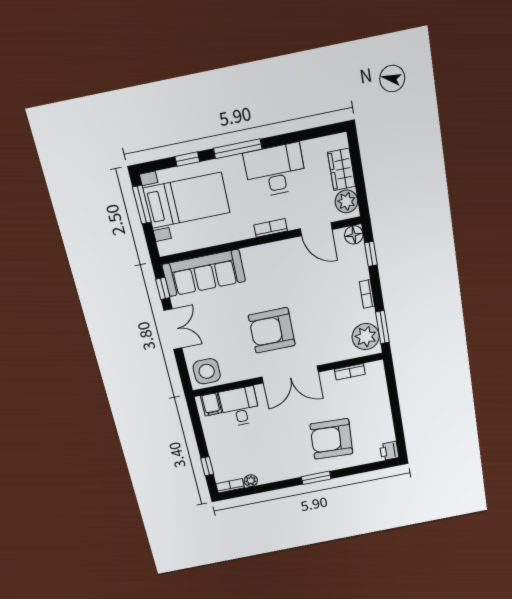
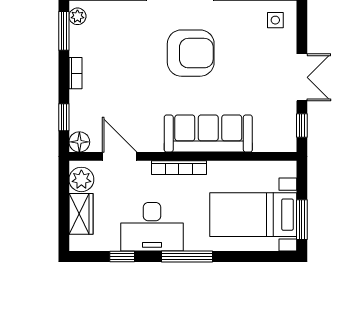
window: (187, 159) -> (122, 256), moved
bookcase: (271, 228) -> (179, 168), width x1.56
sofa: (204, 273) -> (208, 134), moved
double door: (173, 329) -> (302, 77), swing flipped
plant: (366, 337) -> (77, 16), width x0.53, depth x0.53
side table: (207, 371) -> (275, 20), width x0.54, depth x0.54

